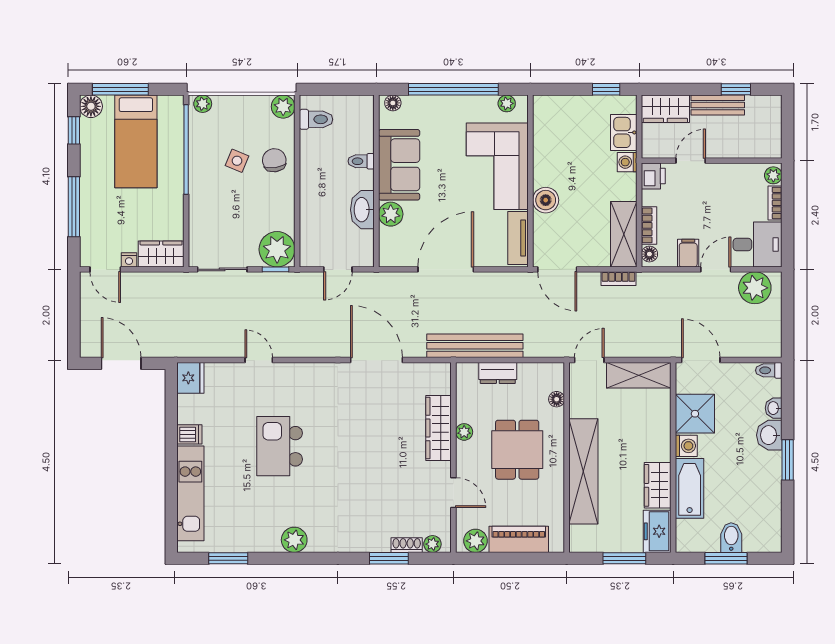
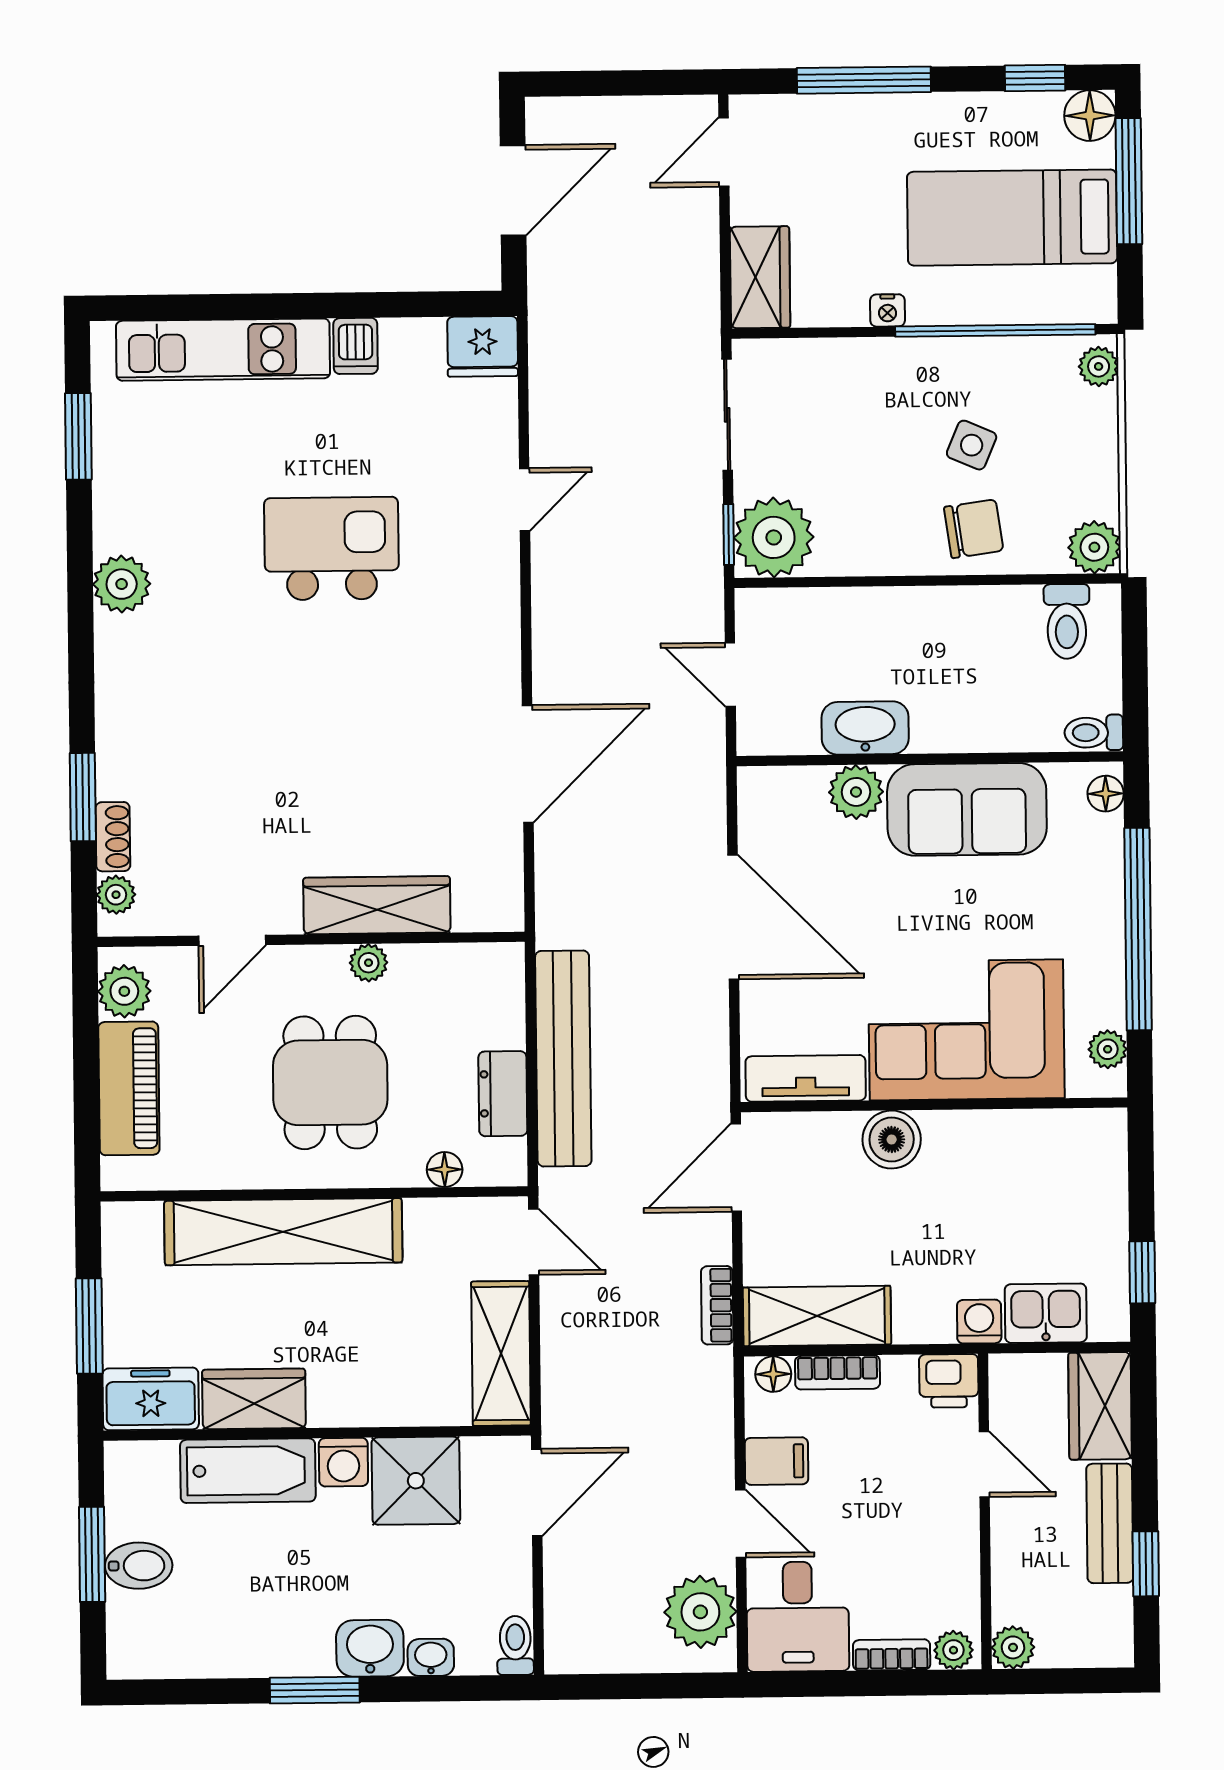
plant: (772, 149) -> (1013, 1647), added
toilet: (361, 161) -> (1094, 733), moved, turned -90
nightstand: (129, 260) -> (887, 310), moved, turned -90
bench: (475, 346) -> (563, 1059), moved
dresser: (498, 373) -> (503, 1094), moved
dining table: (517, 450) -> (330, 1082), turned 90

